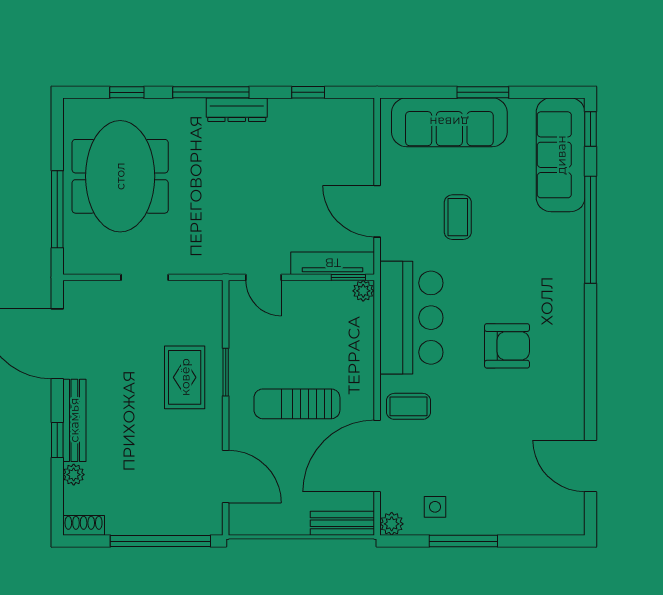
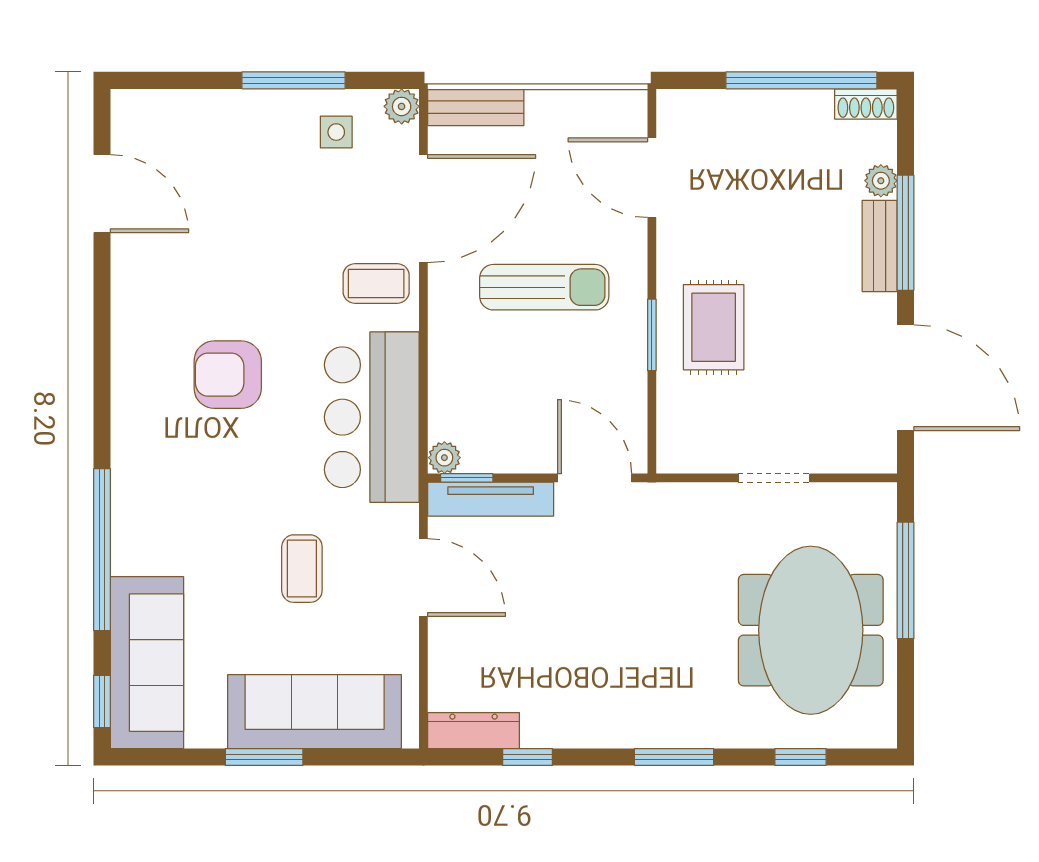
window: (211, 92) -> (674, 757), width x0.69
dresser: (237, 110) -> (474, 731), moved
door: (264, 277) -> (595, 478), width x1.38
bench: (74, 420) -> (880, 246), width x0.73
window: (57, 440) -> (906, 233), width x2.17
window: (160, 541) -> (801, 80), moved

